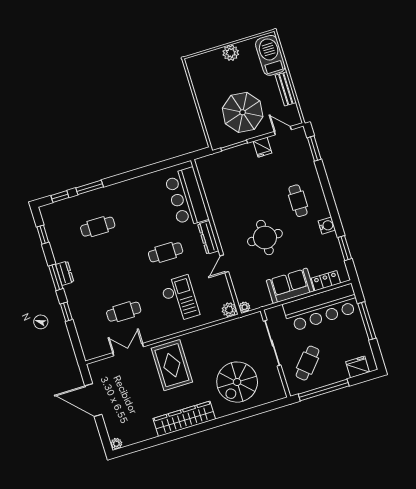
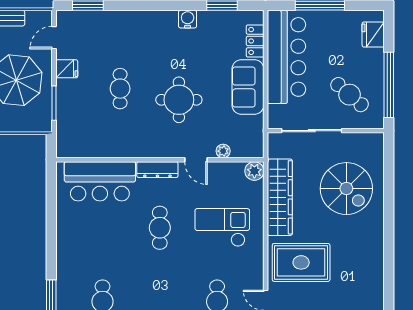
cafe table: (298, 201) -> (120, 89), moved, turned 90
plant: (245, 307) -> (223, 151), moved
wardrobe: (184, 419) -> (280, 197), moved, turned 180

